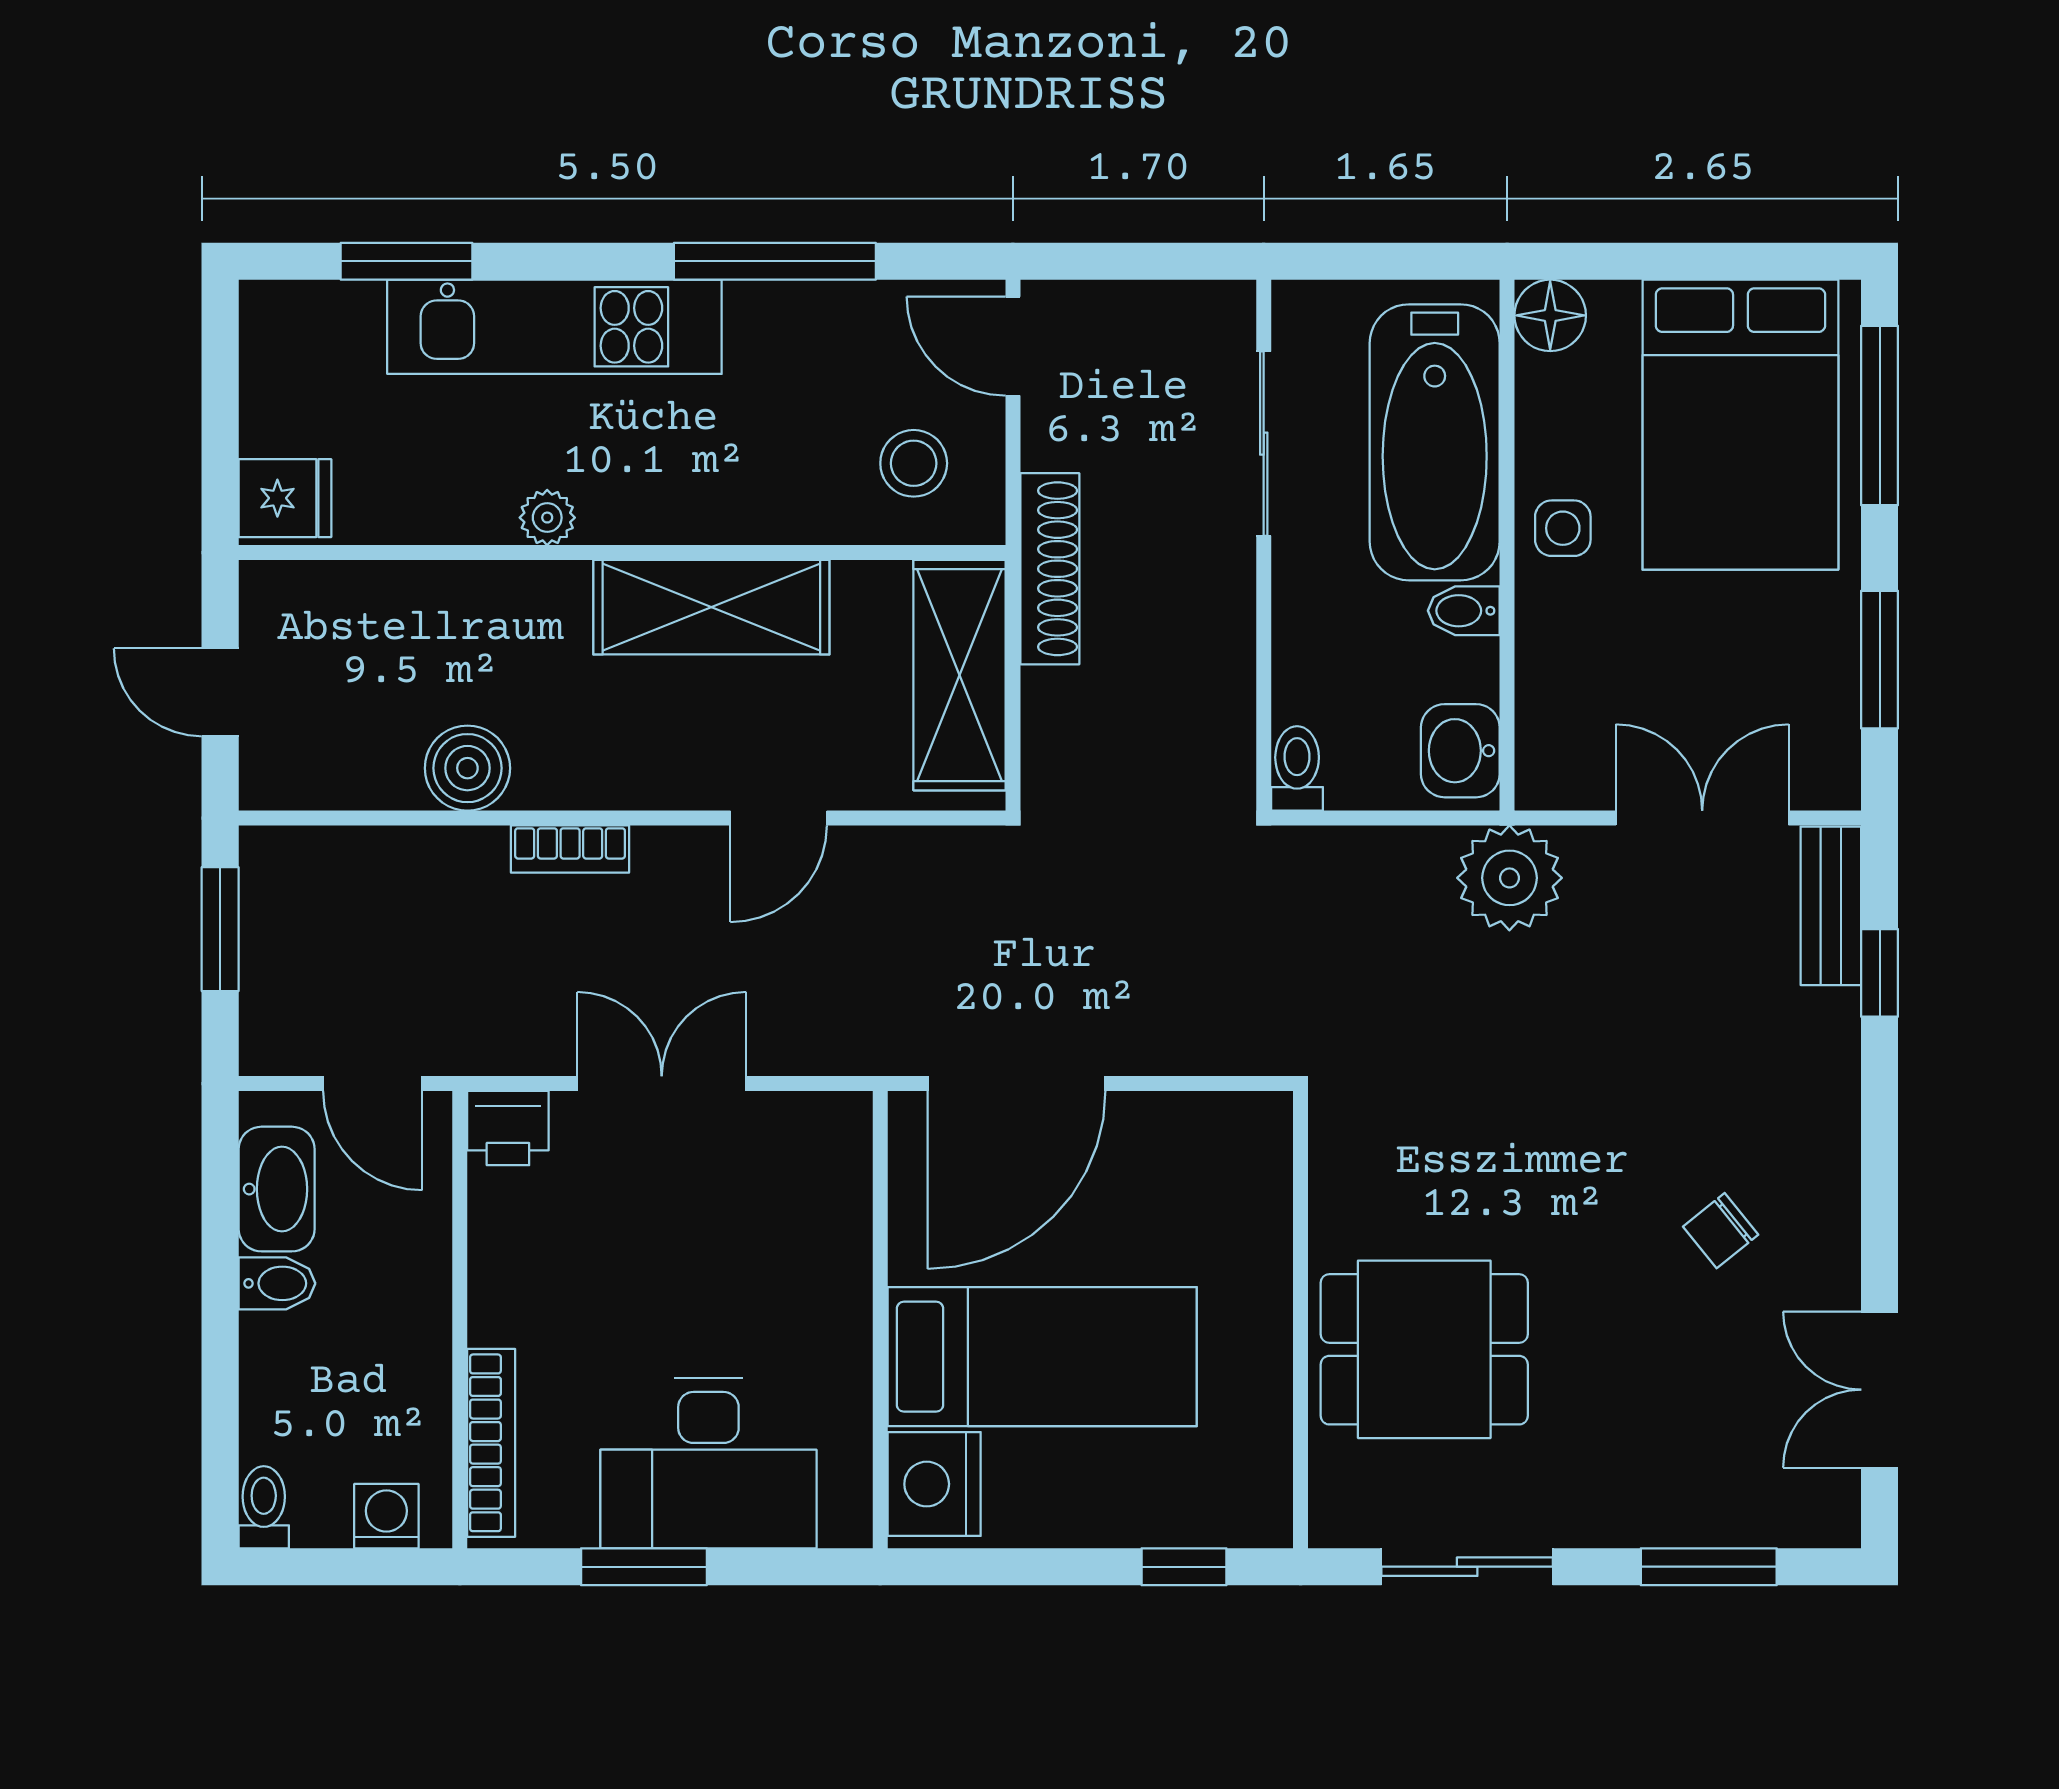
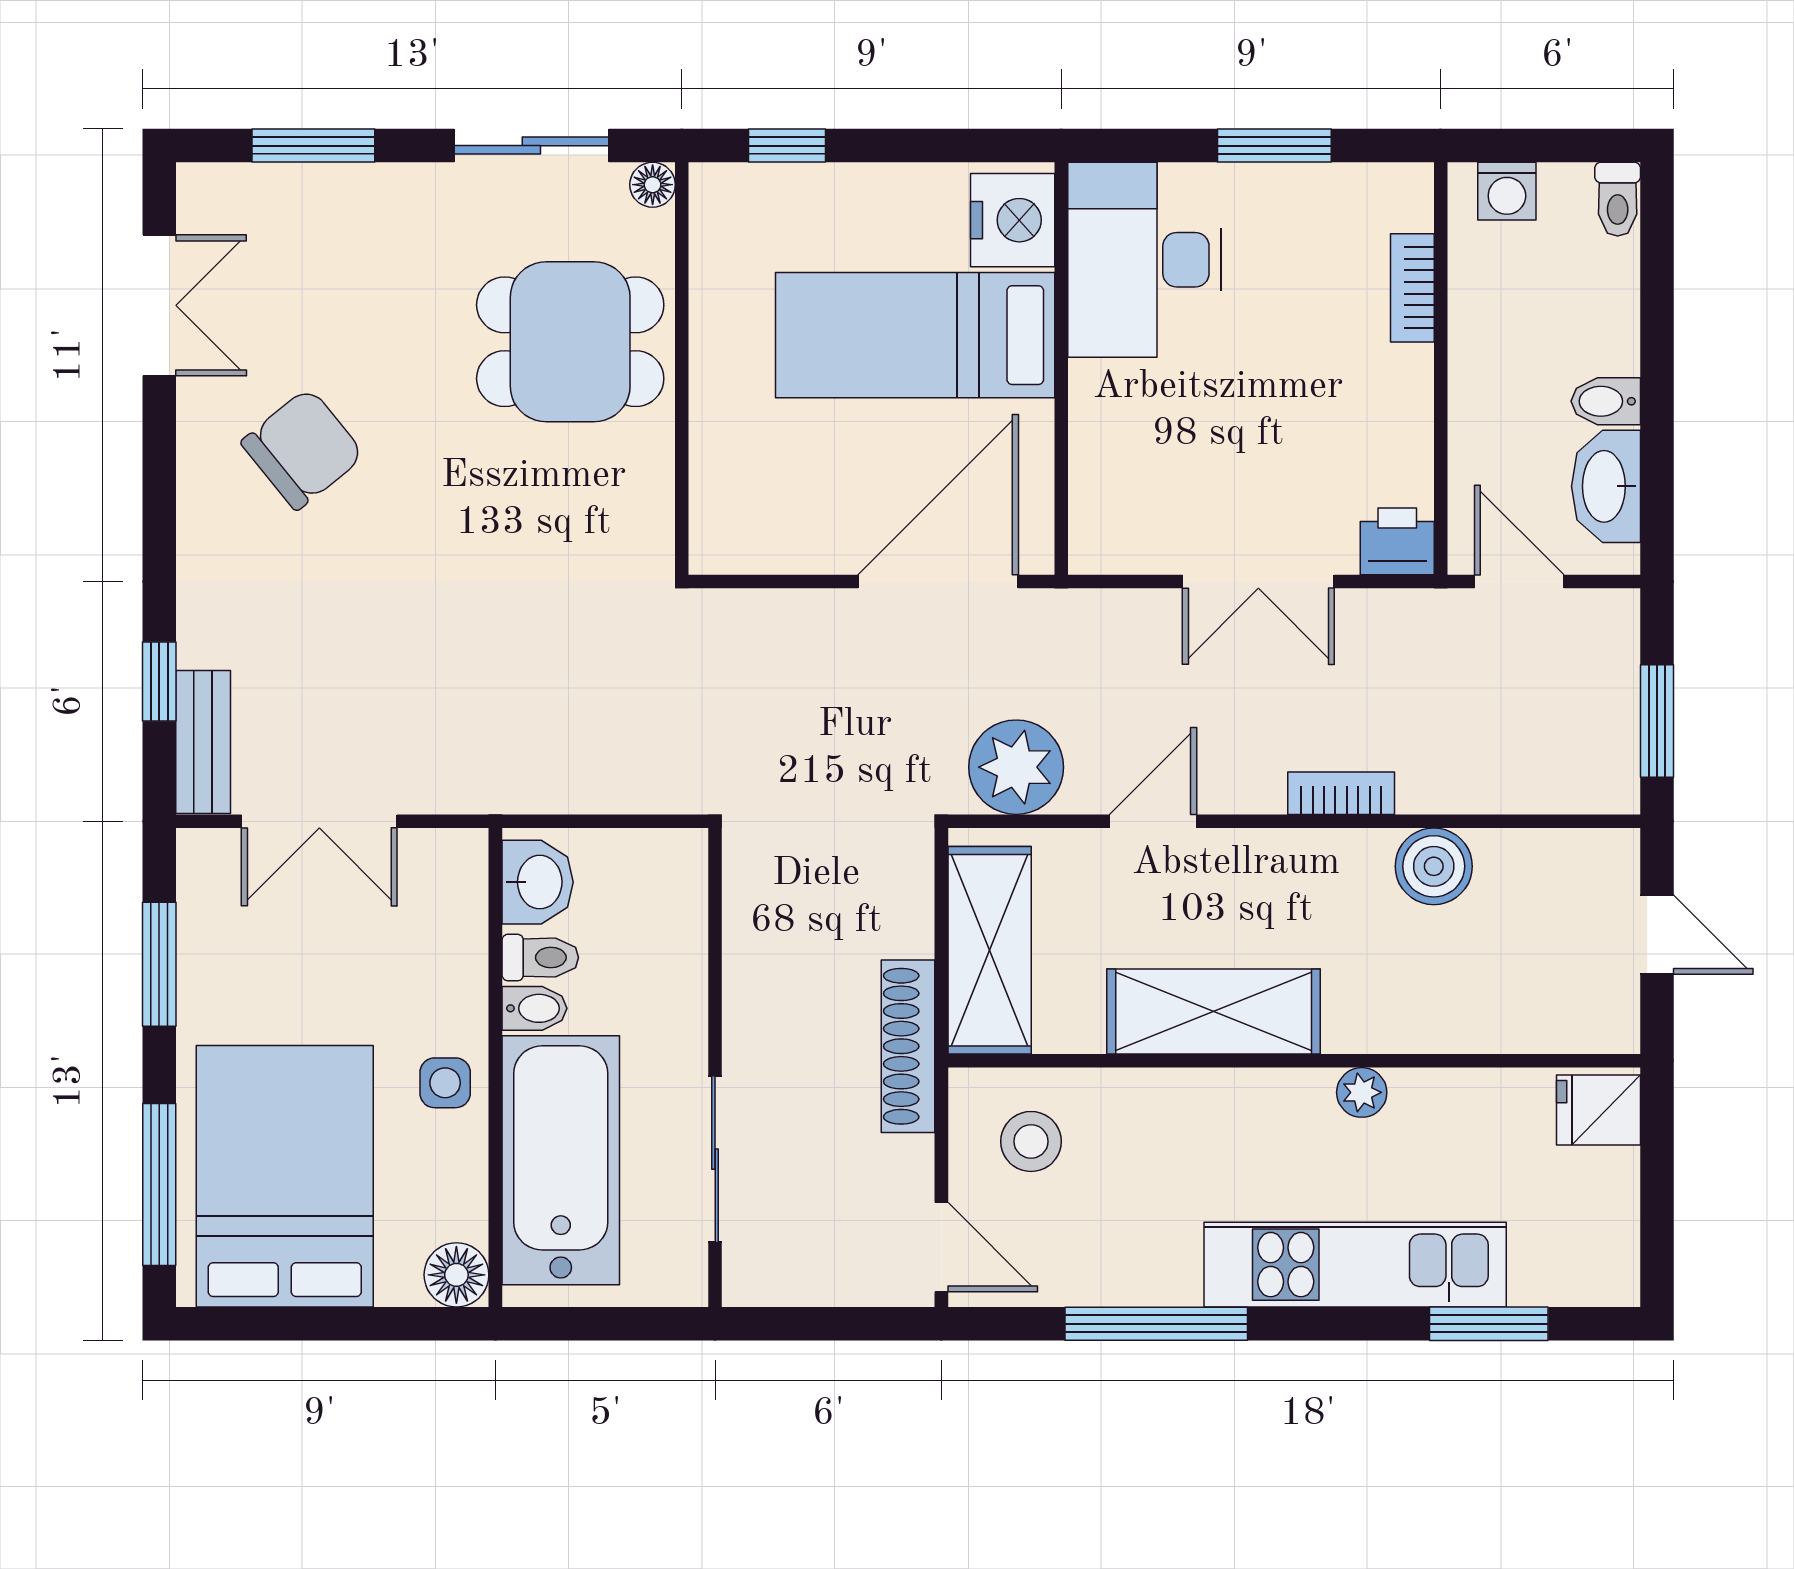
toilet: (1297, 768) -> (540, 958), moved, turned -90
plant: (1509, 878) -> (1016, 767), moved
chair: (1721, 1231) -> (303, 449), width x1.87, depth x1.87
bookcase: (491, 1443) -> (1412, 288), width x0.64
desk: (708, 1463) -> (1145, 260), moved, turned -90
floor lamp: (1333, 1523) -> (653, 185), added

